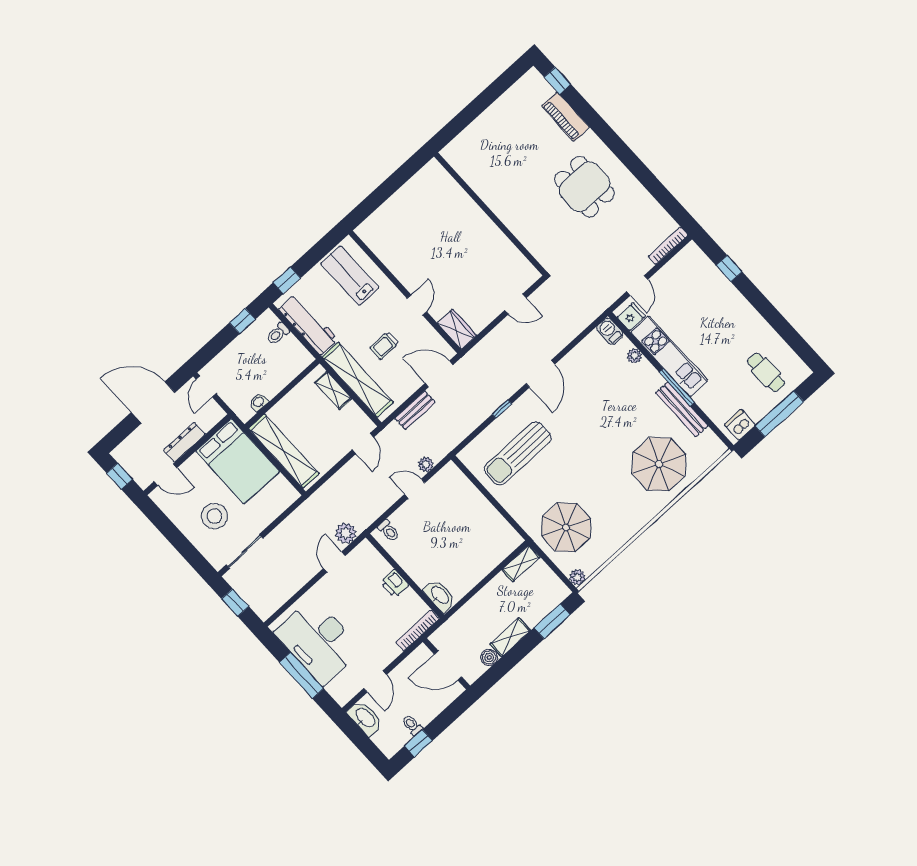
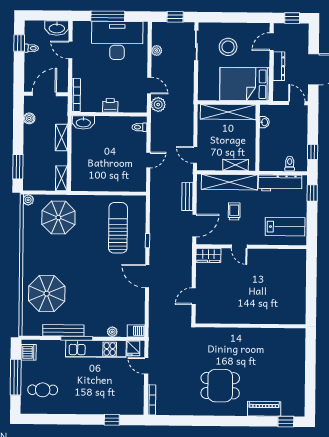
plant: (426, 464) -> (157, 50), moved
shelving: (510, 637) -> (61, 138), moved

